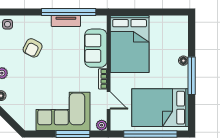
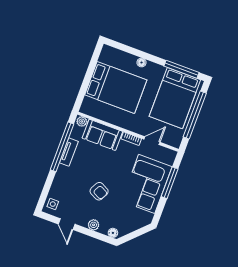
bed: (130, 44) -> (116, 87), moved
armchair: (33, 48) -> (99, 191), moved
window: (192, 76) -> (182, 69), moved
plant: (102, 125) -> (82, 121), moved

